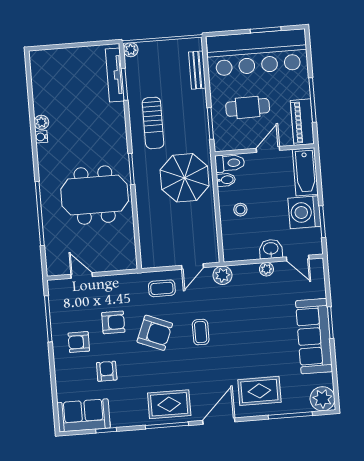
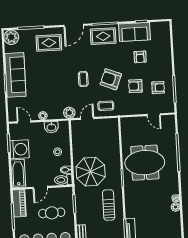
washbasin: (271, 249) -> (51, 127), moved
armchair: (79, 342) -> (158, 88), moved
sofa: (84, 415) -> (135, 32), moved

